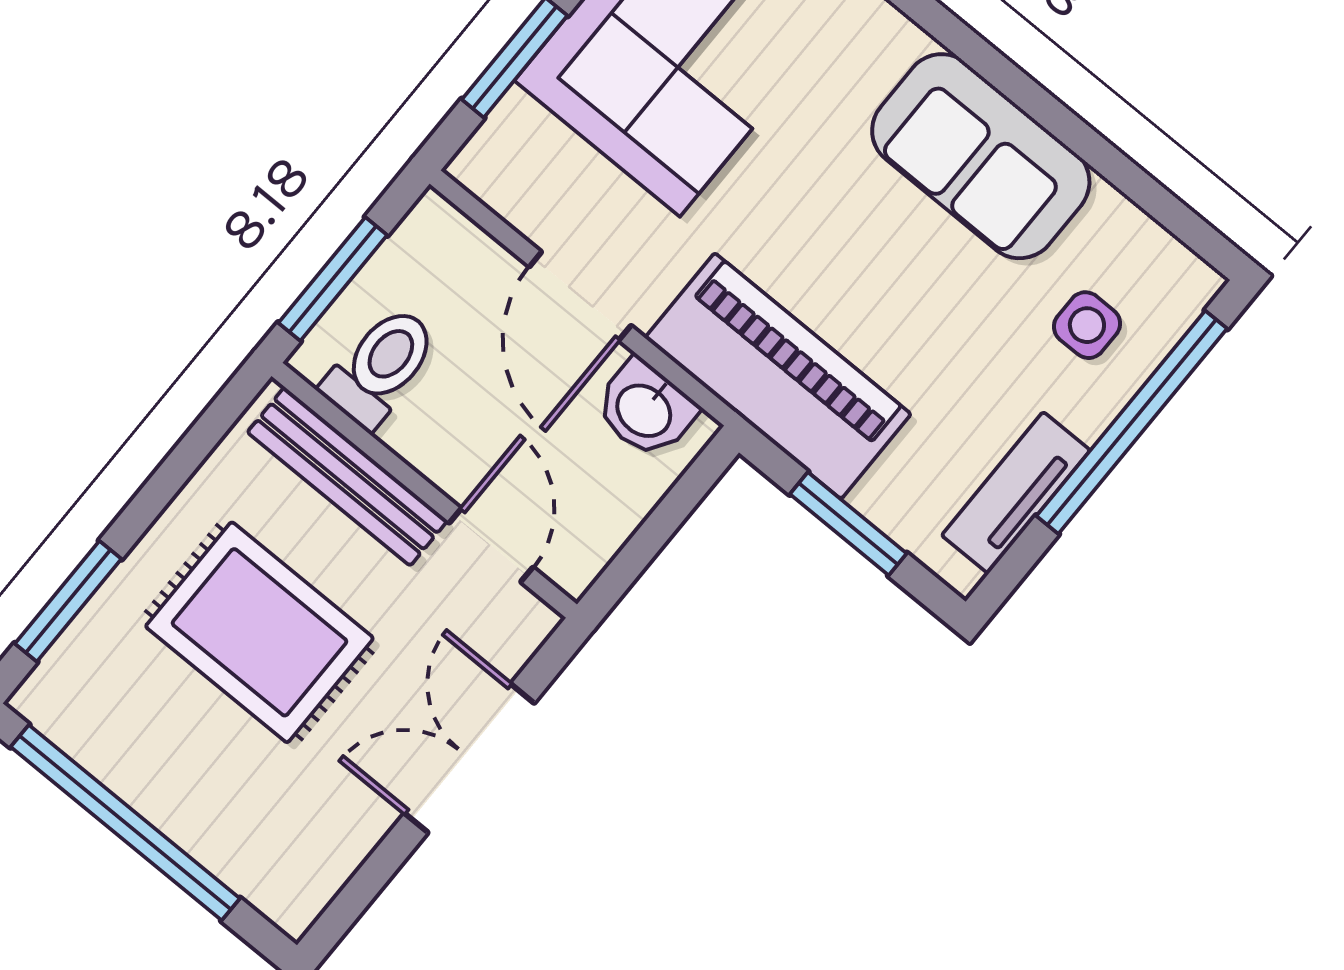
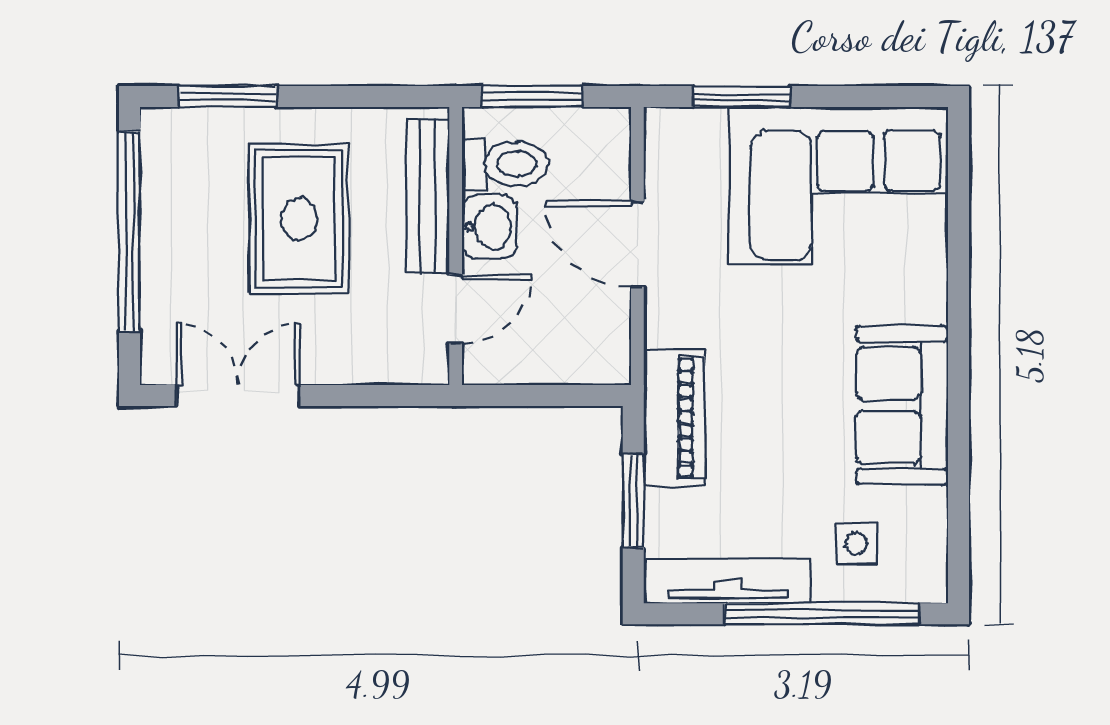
door: (580, 296) -> (637, 244), hinge flipped
piano: (778, 376) -> (674, 417), width x0.73, depth x0.75
washbasin: (645, 409) -> (489, 227), moved, turned 180
tv unit: (1016, 493) -> (728, 581), width x1.41
double door: (469, 758) -> (238, 396), moved

